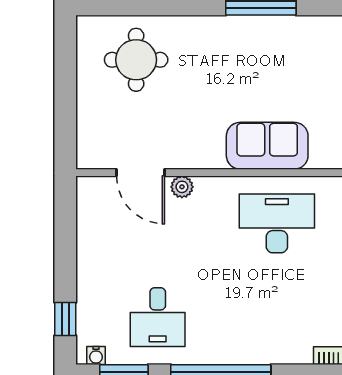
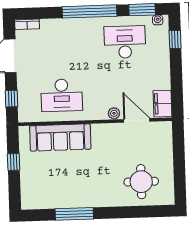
sofa: (267, 146) -> (60, 137), width x1.36
filing cabinet: (92, 202) -> (162, 104), added
desk: (158, 317) -> (125, 42), width x1.37

